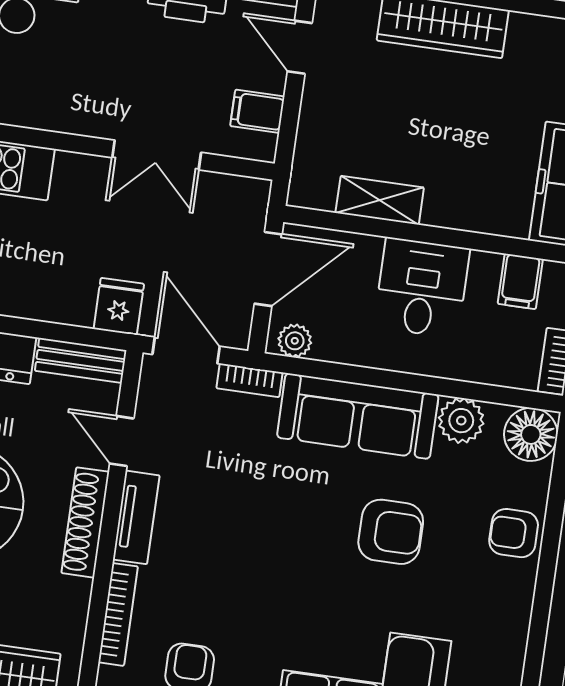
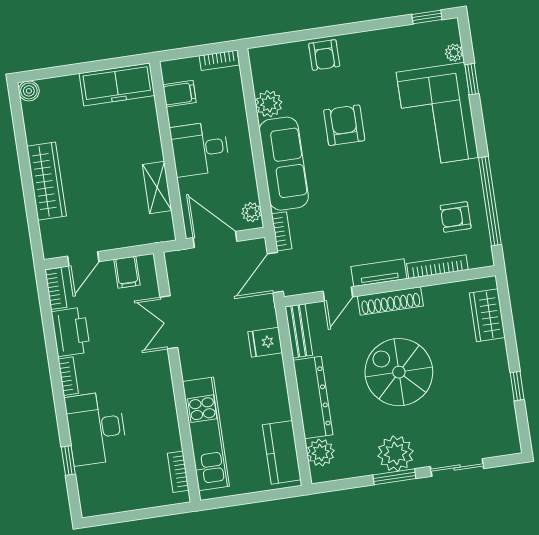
double door: (157, 155) -> (169, 322), swing flipped
fridge: (119, 306) -> (265, 342), moved
floor lamp: (531, 434) -> (265, 62), removed

